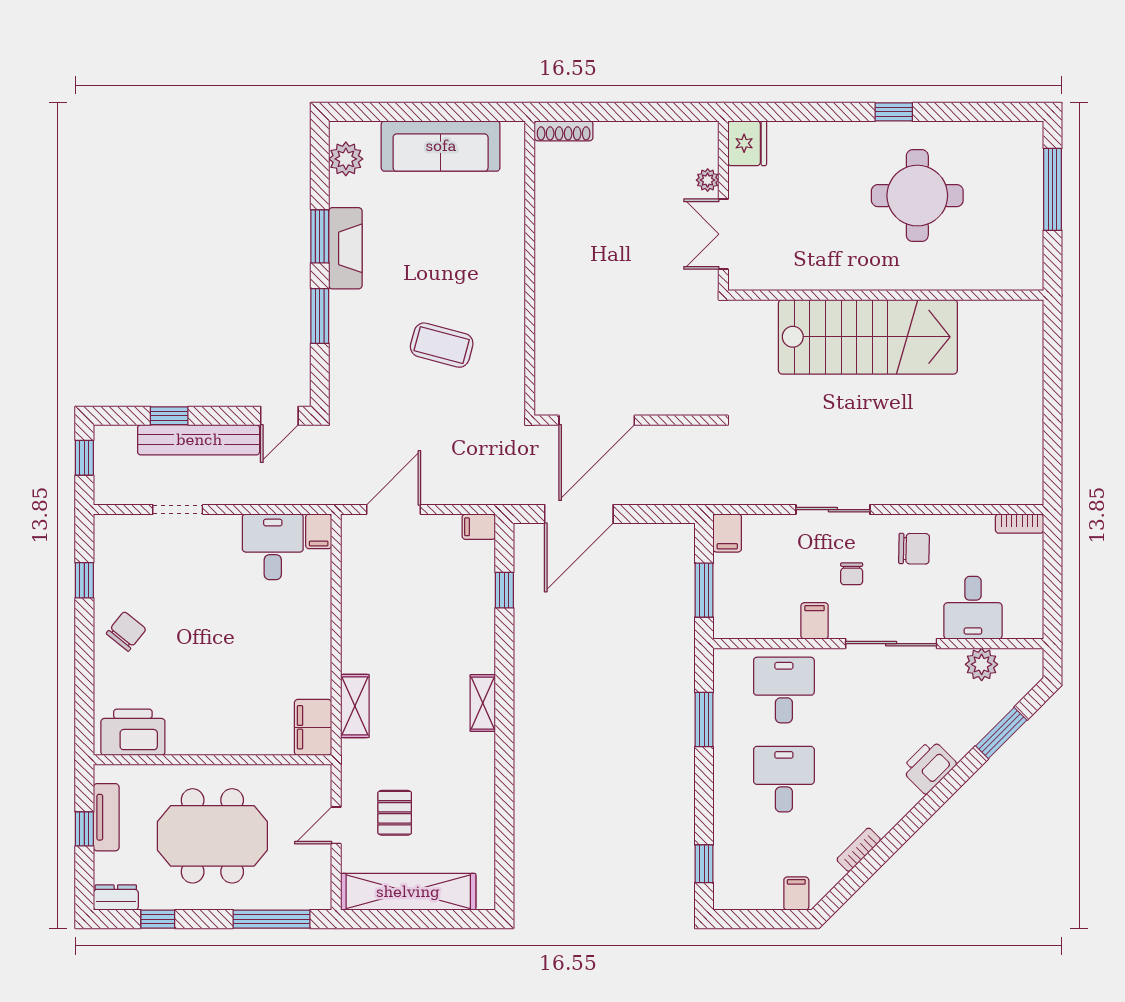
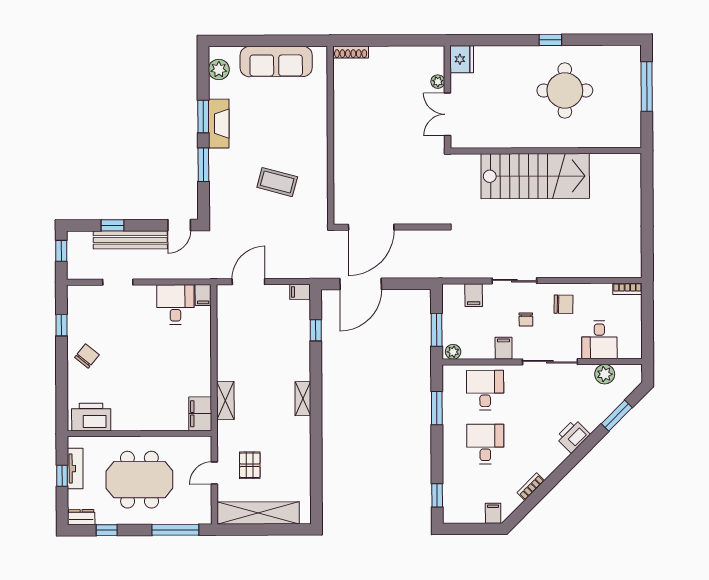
filing cabinet: (727, 533) -> (474, 295), moved
plant: (731, 627) -> (453, 352), added

